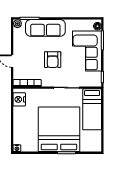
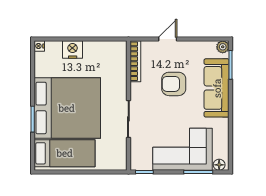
armchair: (53, 60) -> (174, 84), moved
nightstand: (19, 99) -> (73, 49), moved
bed: (92, 109) -> (65, 153), moved, turned 180

